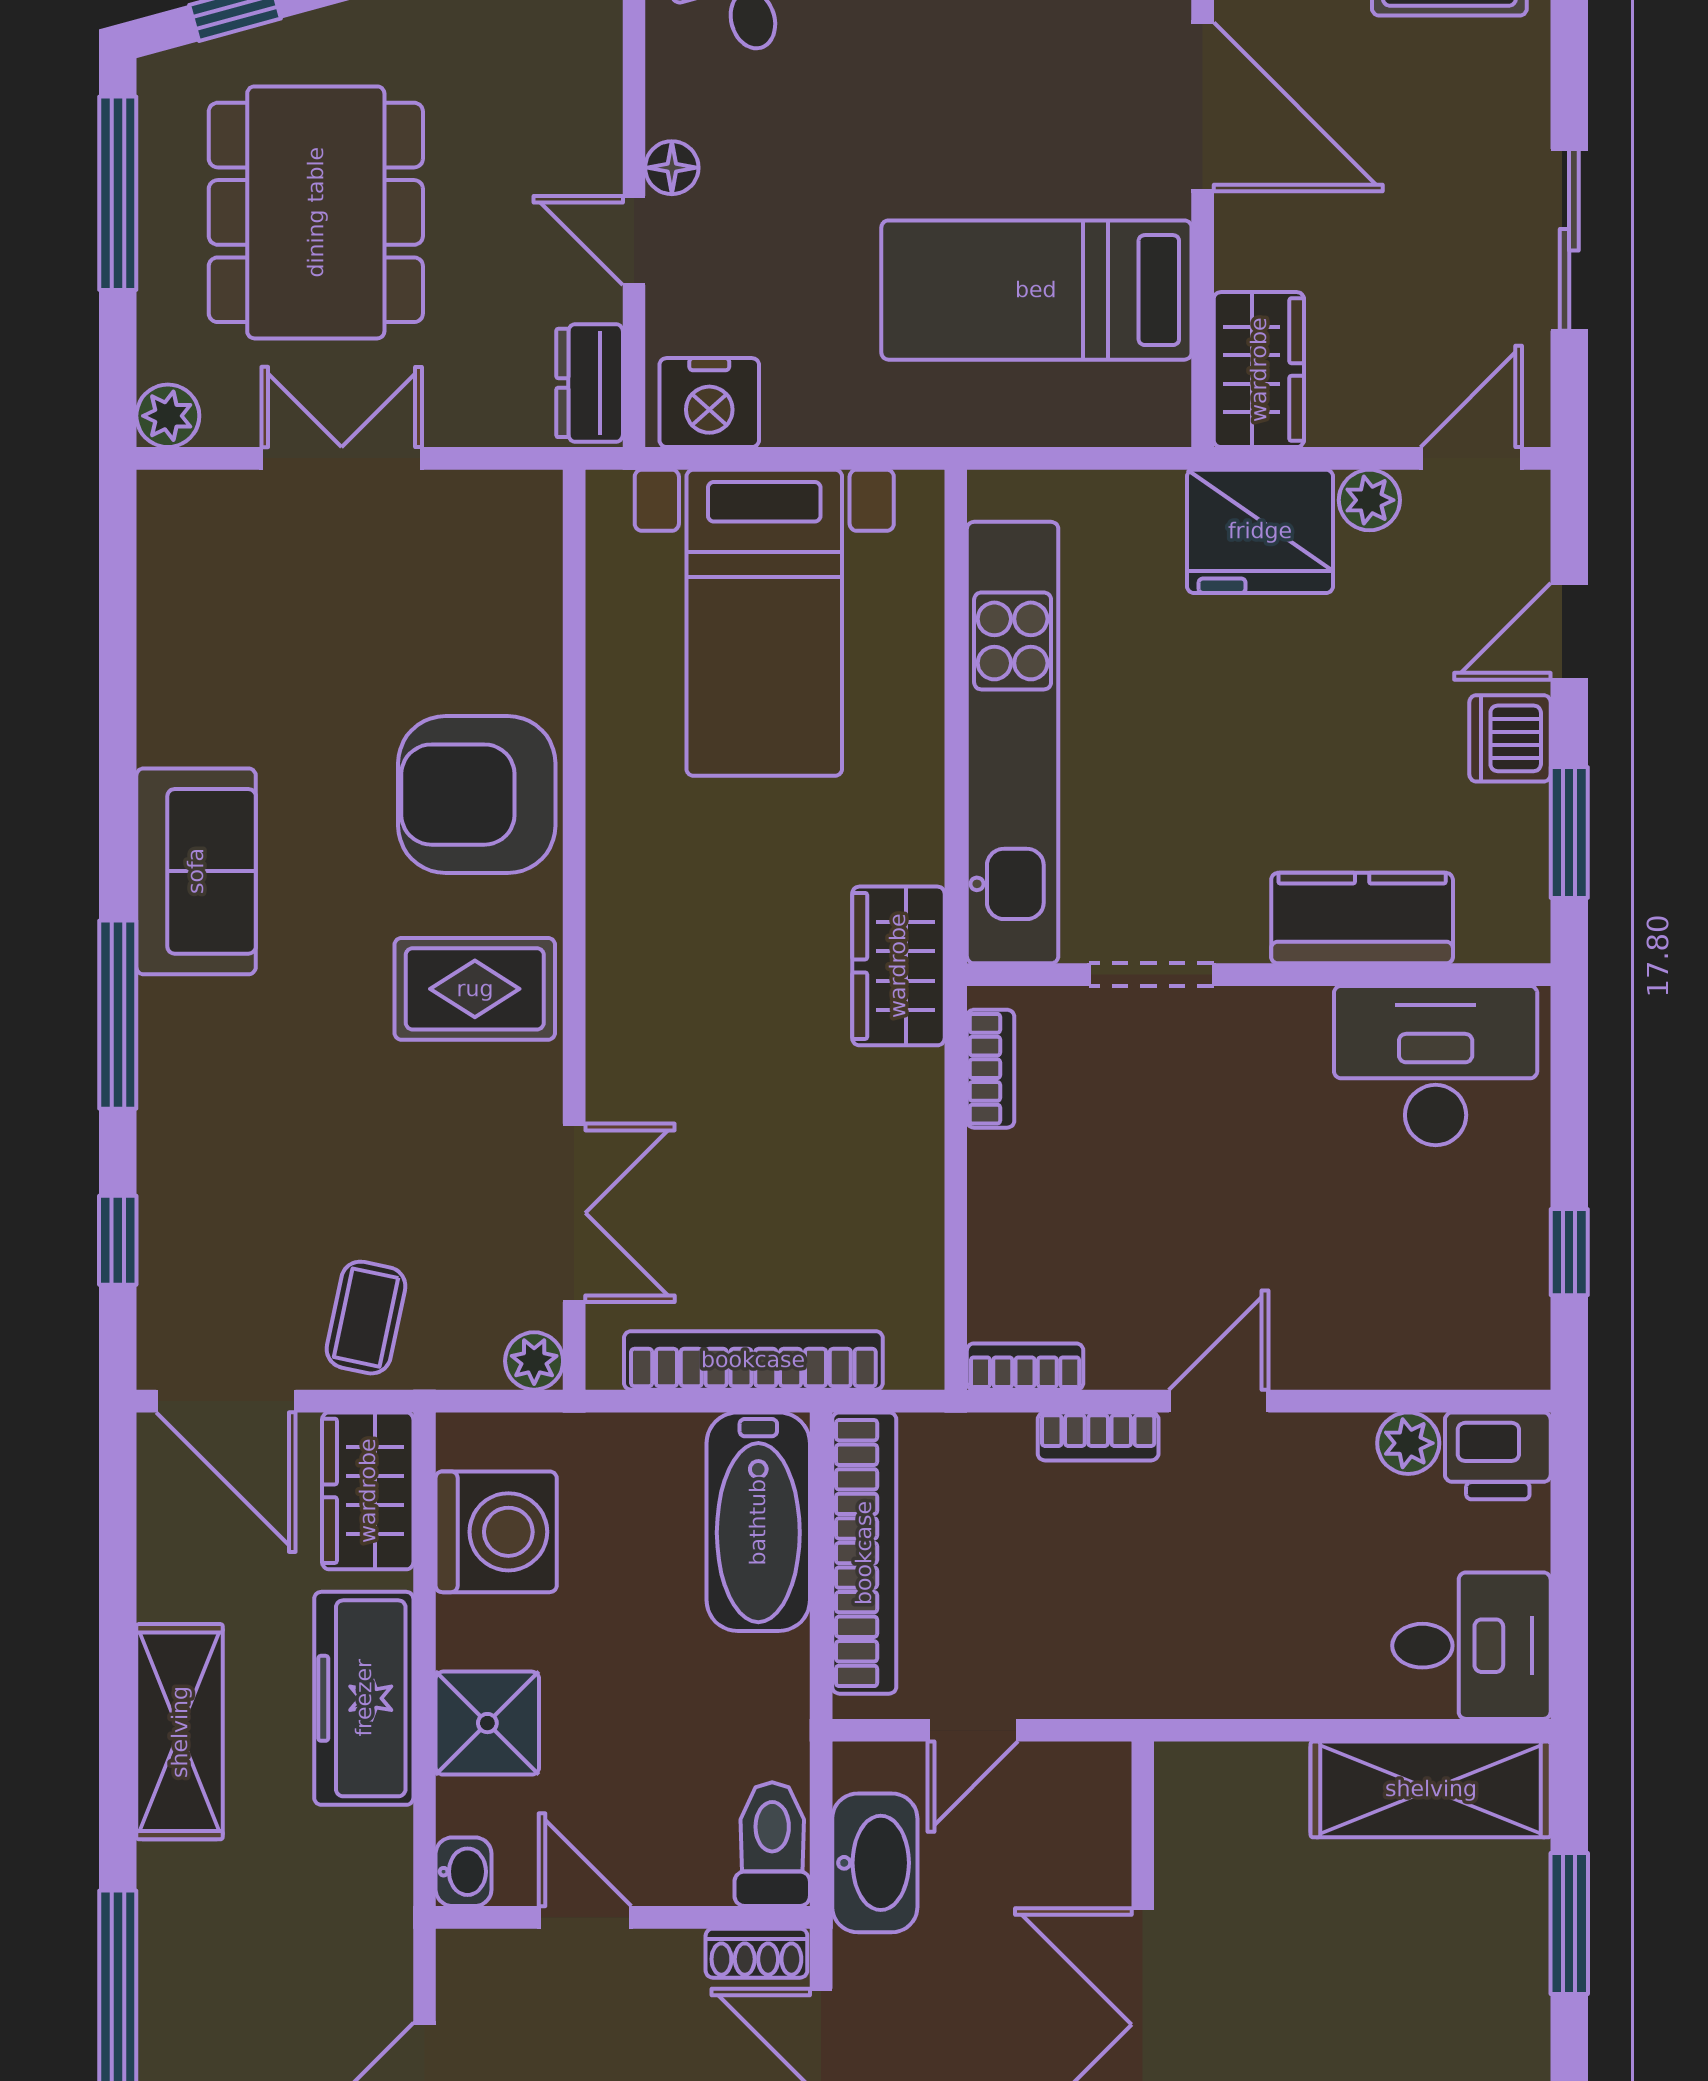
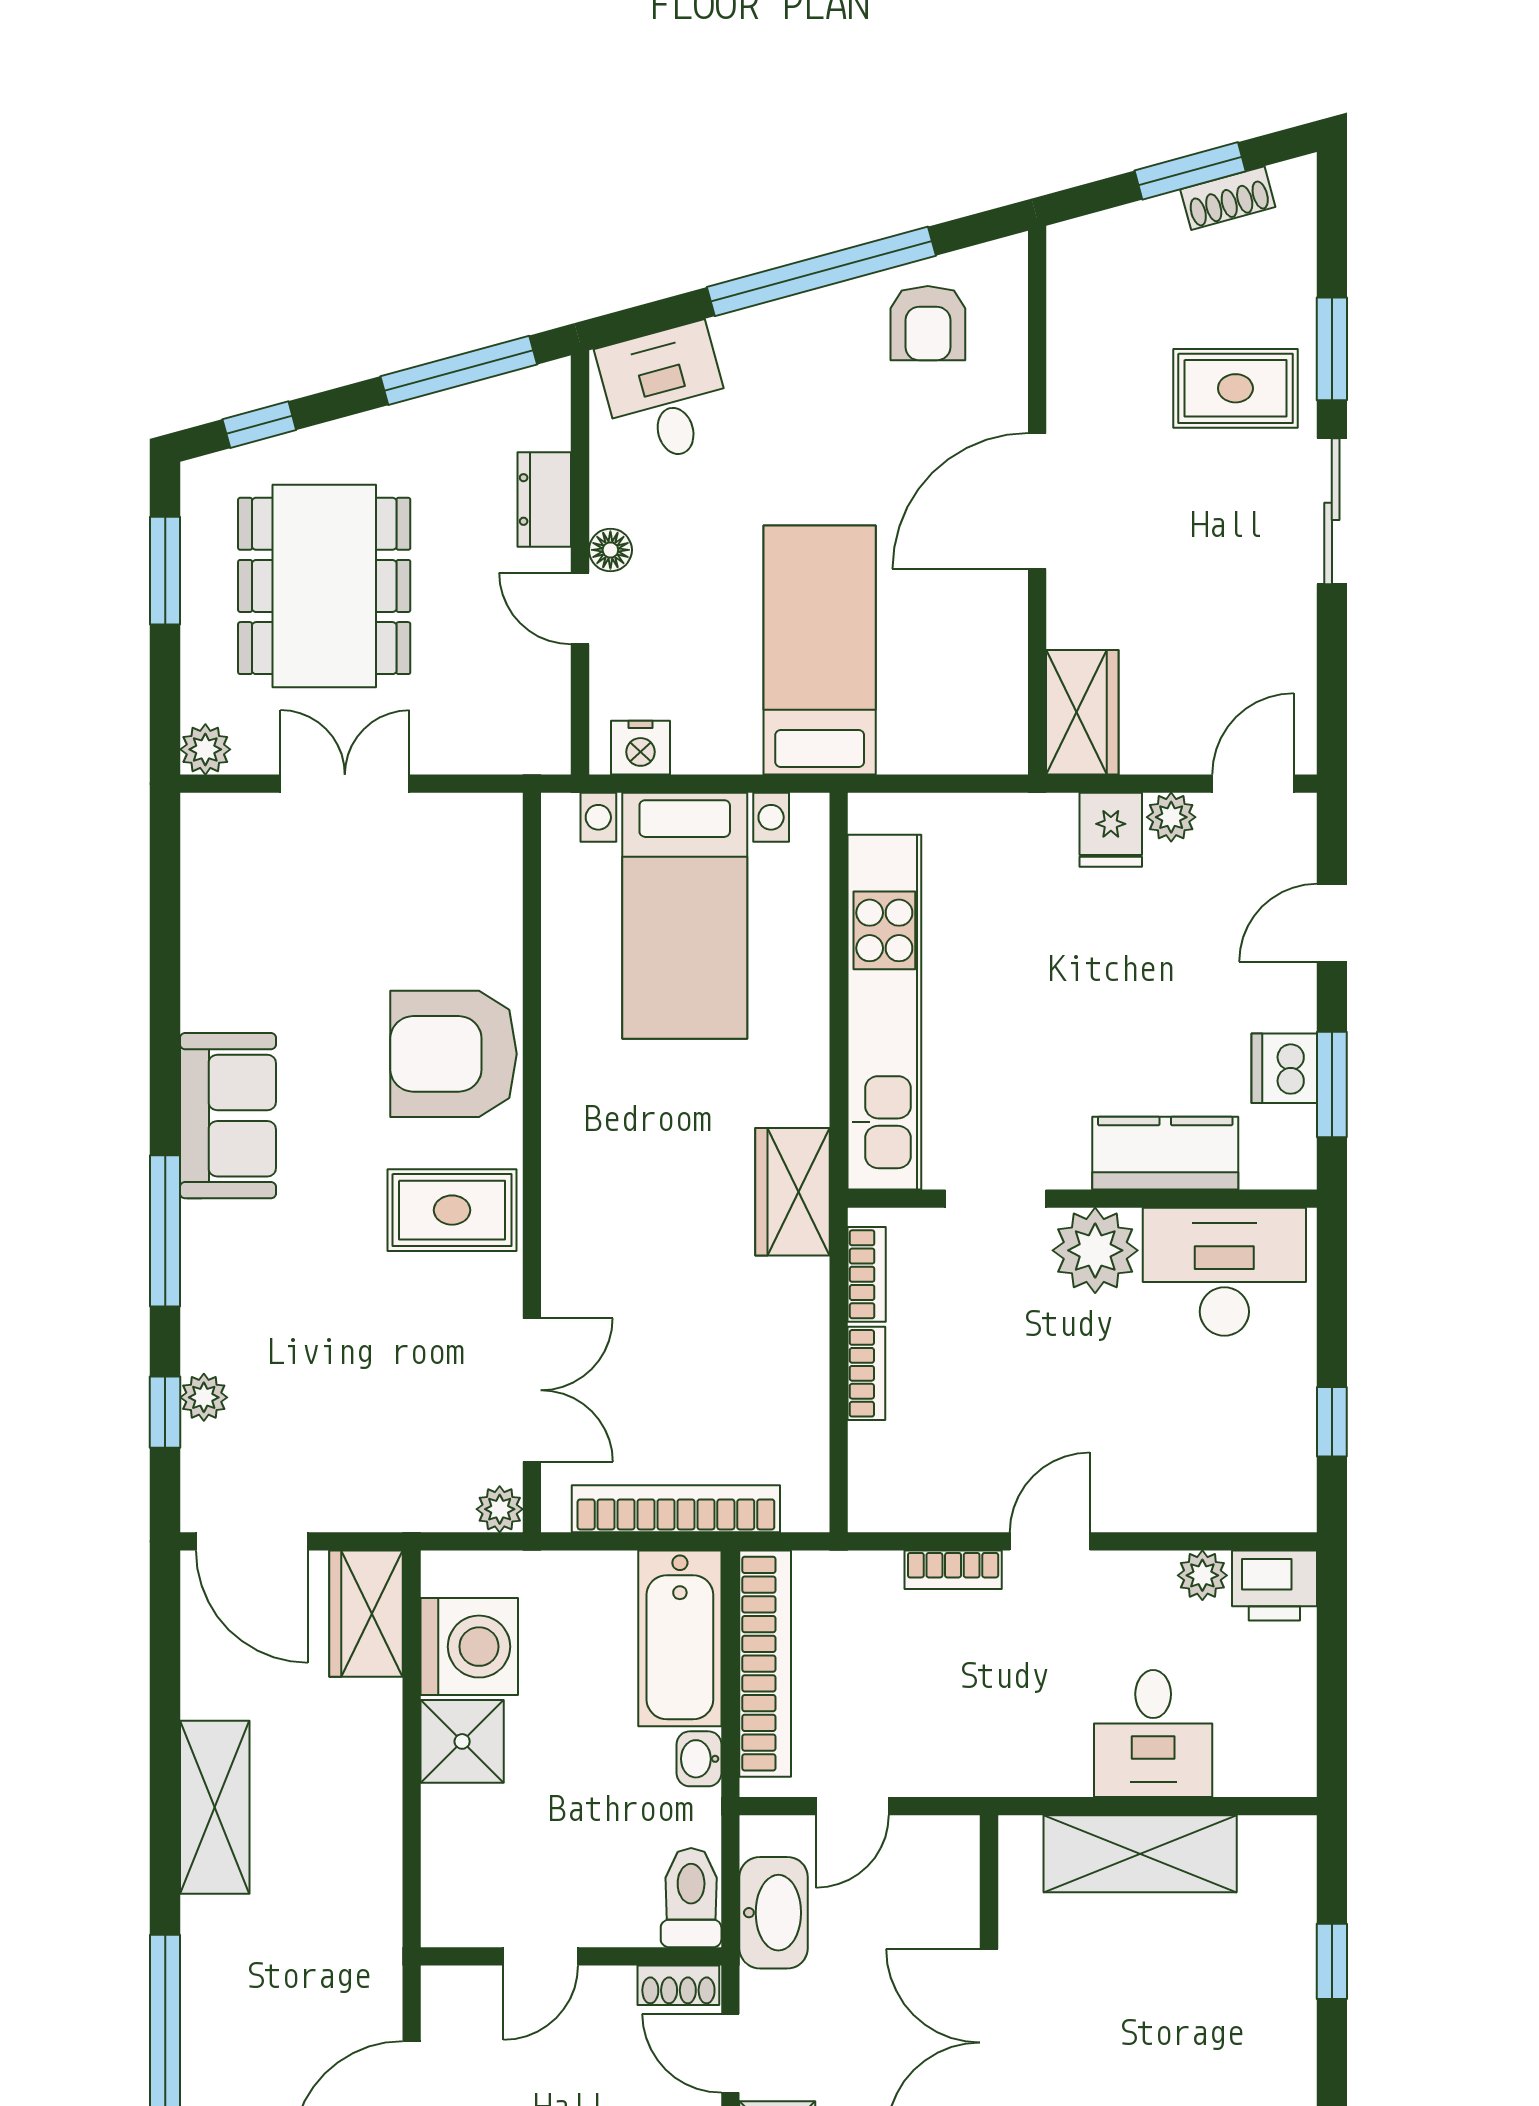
door: (1203, 107) -> (1037, 501), swing flipped
window: (118, 193) -> (165, 571), width x0.69
sliding door: (1569, 240) -> (1332, 511), moved
bed: (1036, 290) -> (820, 650), moved, turned 90
dresser: (590, 383) -> (544, 499), moved
nightstand: (709, 403) -> (641, 748), width x0.74, depth x0.75
fridge: (1260, 531) -> (1111, 830), width x0.53, depth x0.75
dishwasher: (1510, 738) -> (1284, 1068), moved
plant: (1275, 1039) -> (1095, 1250), added
plant: (166, 1222) -> (204, 1397), added
coffee table: (366, 1318) -> (365, 1474), removed
bookcase: (1025, 1367) -> (866, 1373), moved, turned 90
desk: (1471, 1646) -> (1153, 1733), moved, turned 90
freezer: (364, 1698) -> (363, 1780), removed
shower: (487, 1723) -> (462, 1741), moved
shelving: (1431, 1789) -> (1140, 1854), moved
washbasin: (464, 1872) -> (699, 1759), moved, turned 180
door: (585, 1917) -> (541, 1956), swing flipped
window: (1569, 1923) -> (1332, 1961), width x0.67

